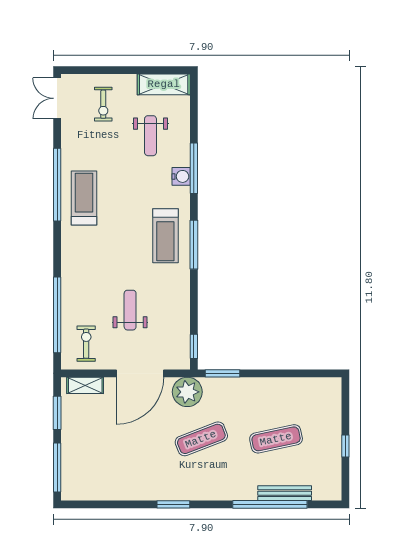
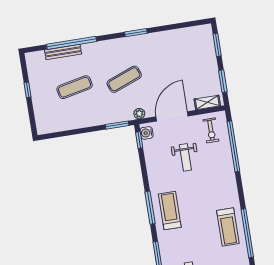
water cooler: (181, 176) -> (147, 133), moved
plant: (187, 392) -> (139, 114), width x0.53, depth x0.53
window: (57, 467) -> (217, 45), width x0.69

